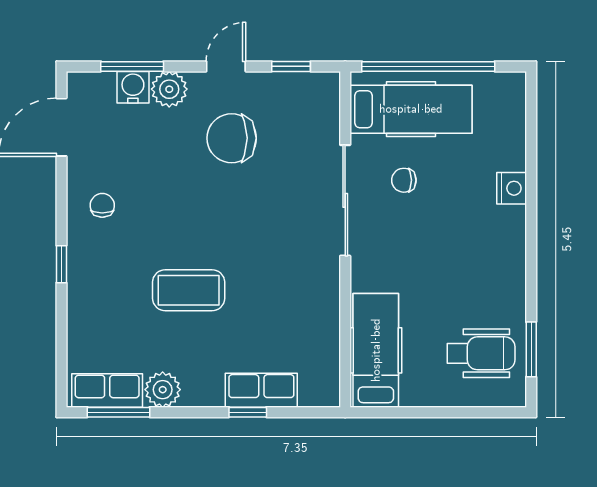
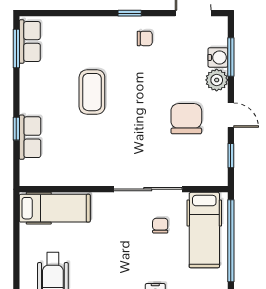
window: (61, 264) -> (130, 13), moved
plant: (163, 390) -> (30, 76), removed

